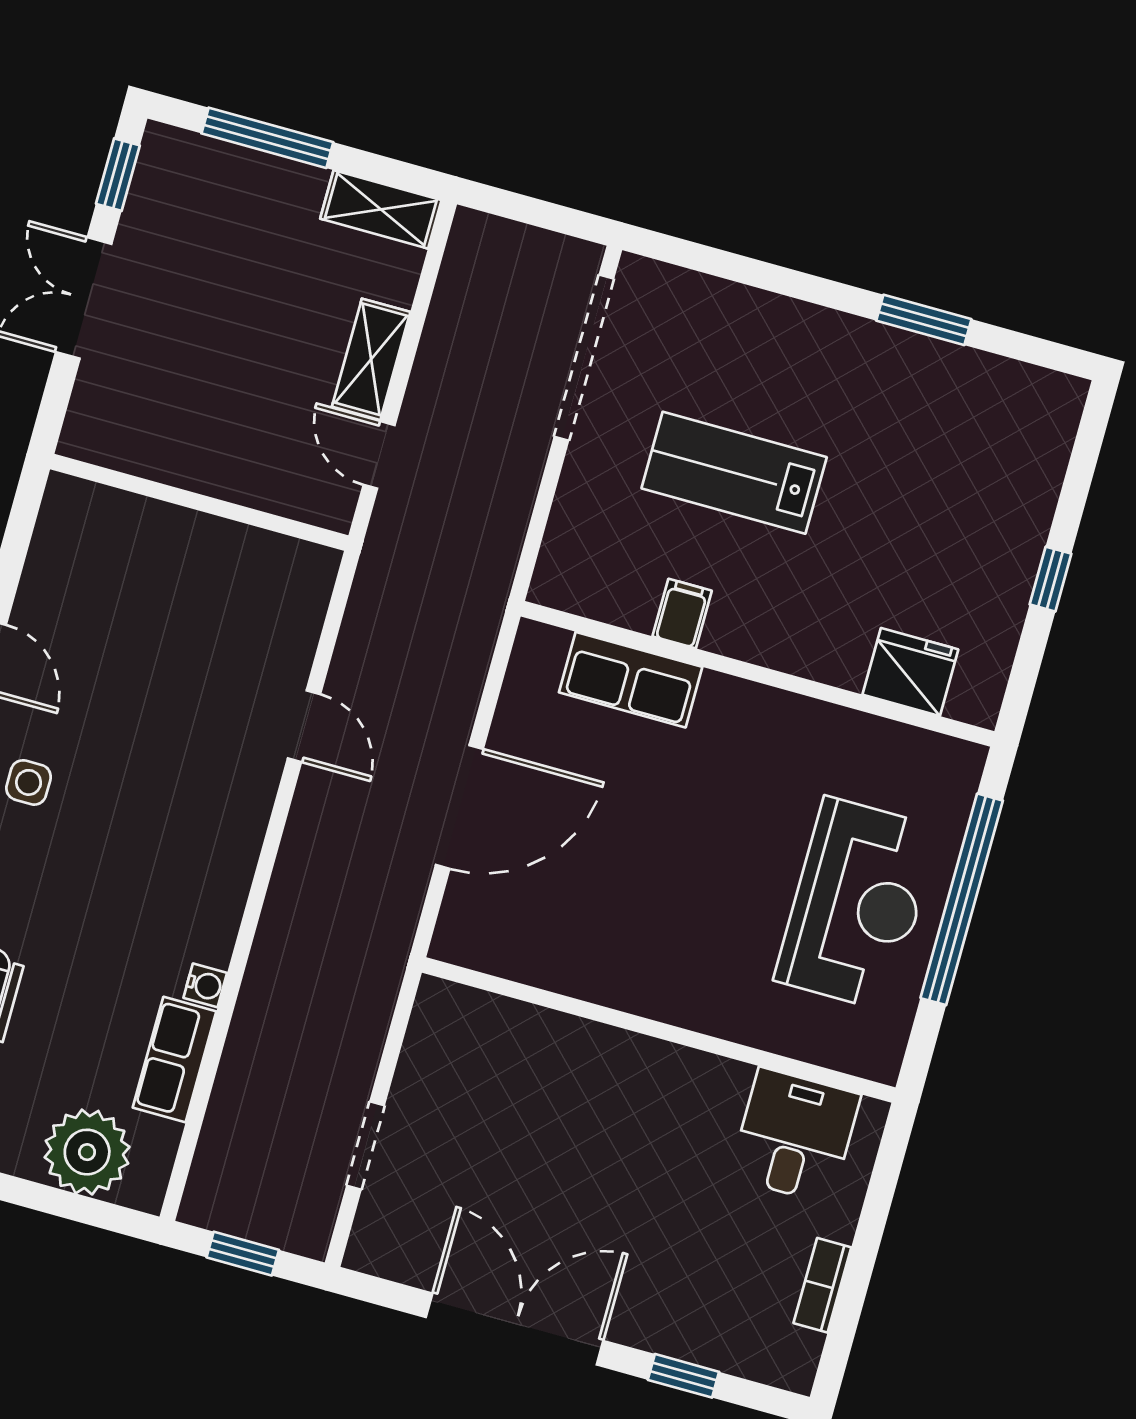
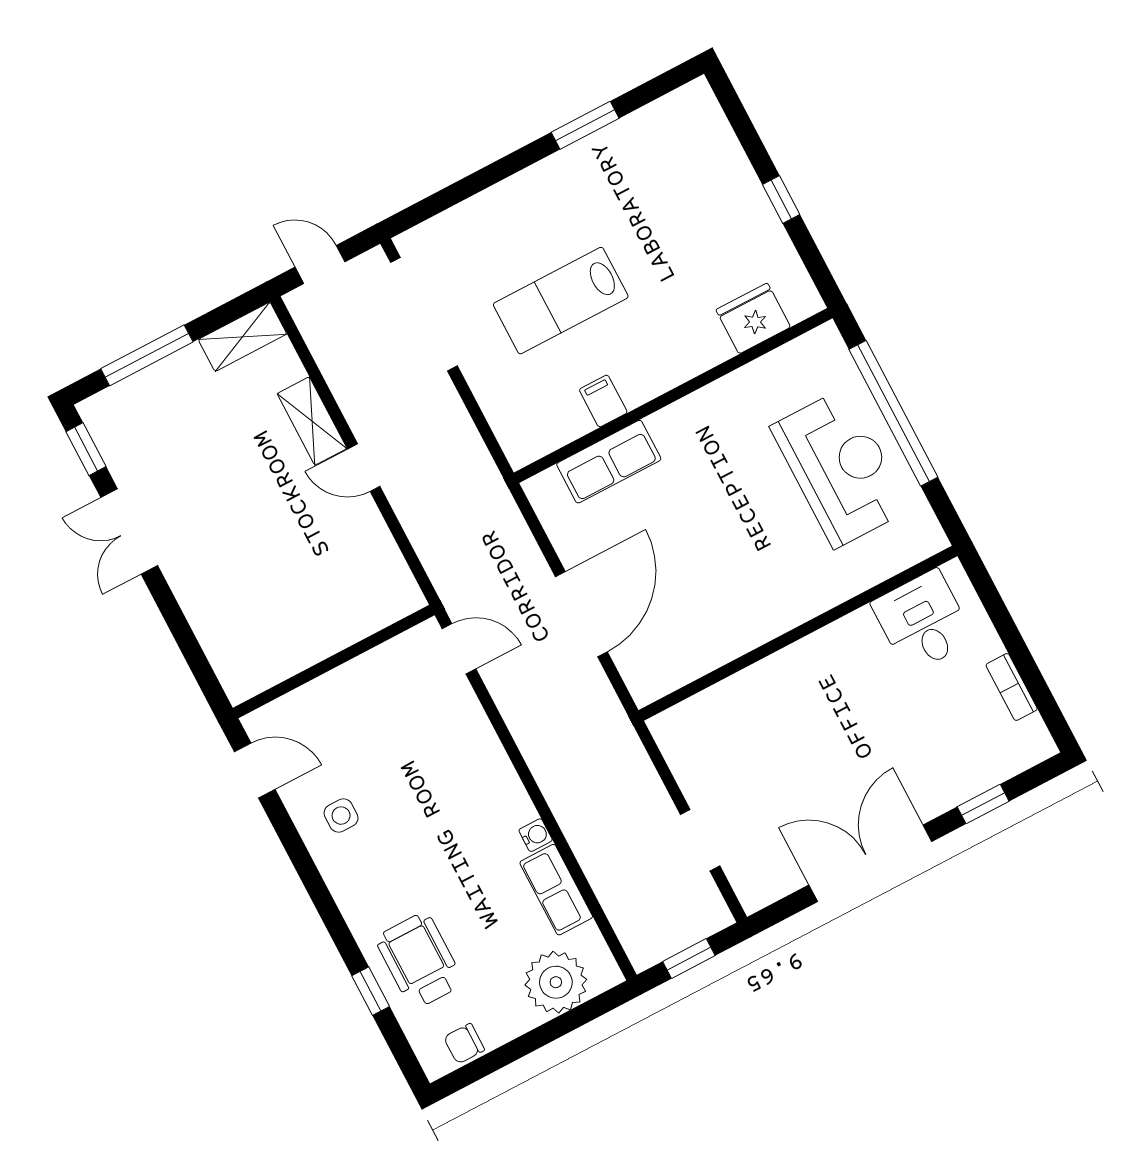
door: (527, 210) -> (320, 264), added
wall: (199, 502) -> (334, 662), moved

